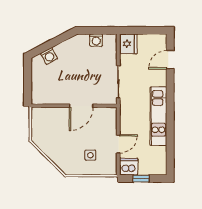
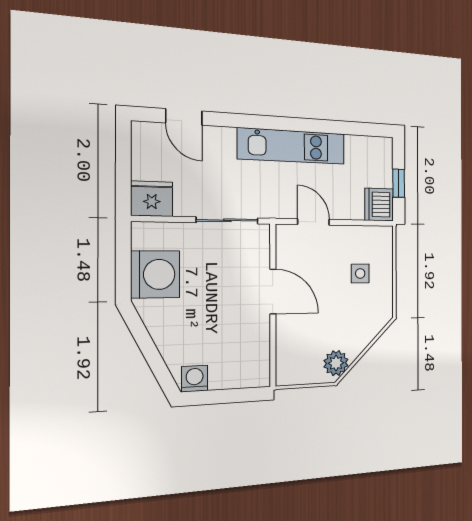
washing machine: (96, 40) -> (155, 274), width x1.89, depth x1.89
washing machine: (49, 56) -> (195, 379), moved, turned -63
plant: (42, 141) -> (336, 363), added
door: (118, 144) -> (314, 222), moved

